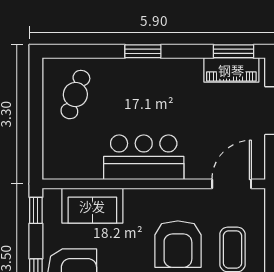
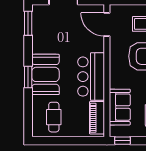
piano: (231, 70) -> (97, 118), moved, turned 180
booth: (147, 80) -> (45, 74), added
cafe table: (75, 95) -> (54, 117), turned 70

